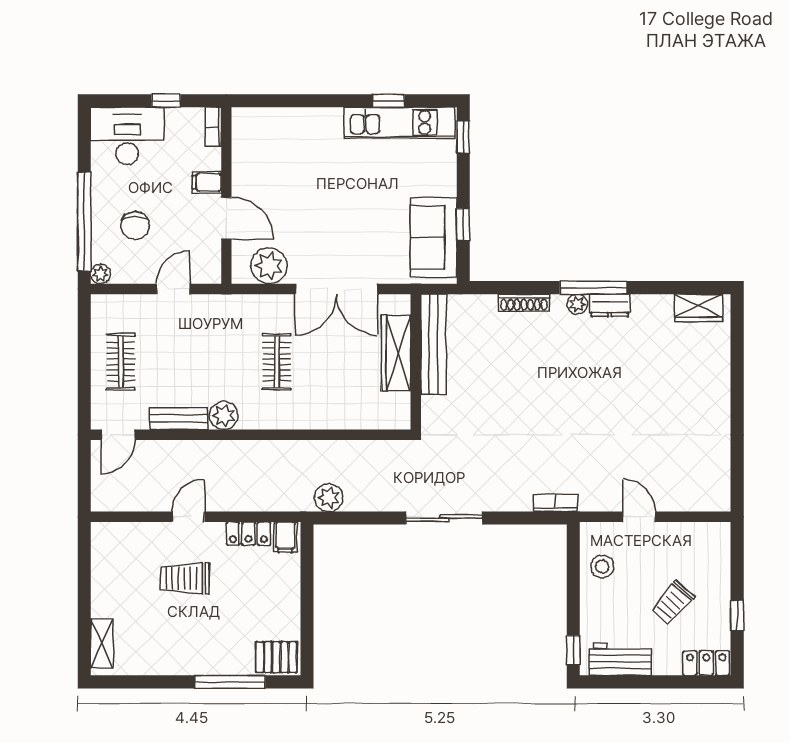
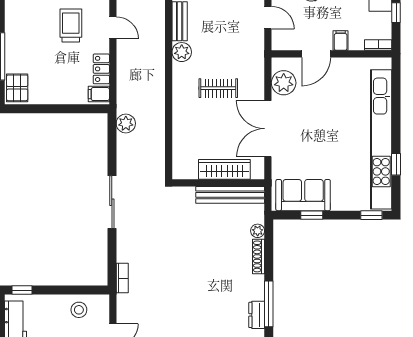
kitchen unit: (399, 123) -> (381, 139), width x1.86
plant: (577, 304) -> (258, 231), moved

